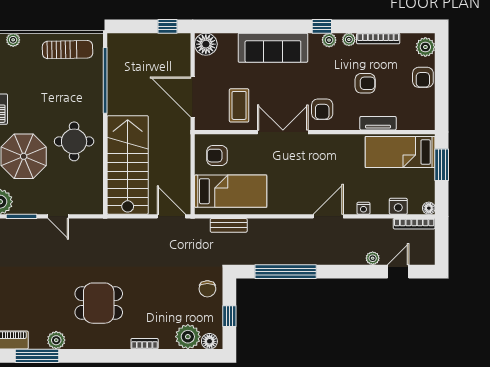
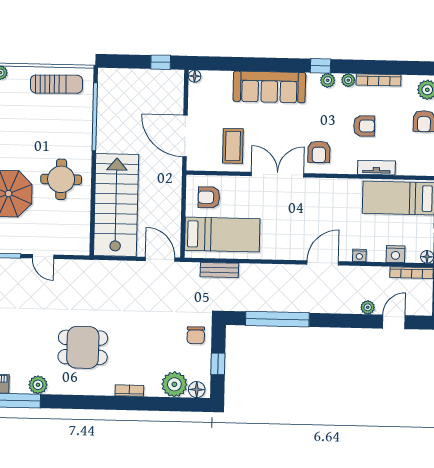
floor lamp: (206, 44) -> (195, 76), width x0.53, depth x0.53

